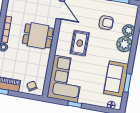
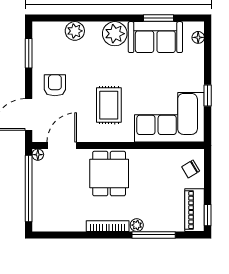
armchair: (106, 23) -> (55, 85), moved
rug: (80, 43) -> (109, 105), turned 90
plant: (124, 44) -> (115, 34), moved

